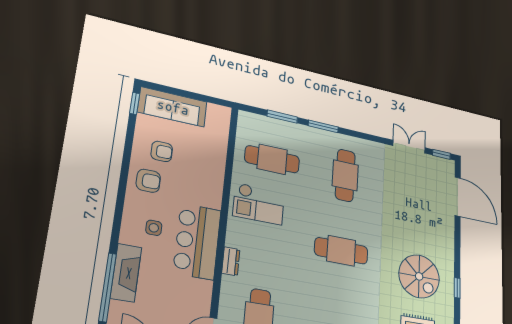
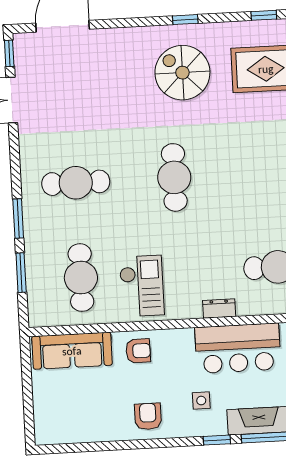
window: (135, 103) -> (217, 440), moved
sofa: (173, 107) -> (72, 351), moved, turned 90
armchair: (162, 151) -> (138, 351), moved, turned 90
bar counter: (197, 241) -> (238, 348), moved
spiral stairs: (419, 276) -> (182, 73), turned -90

